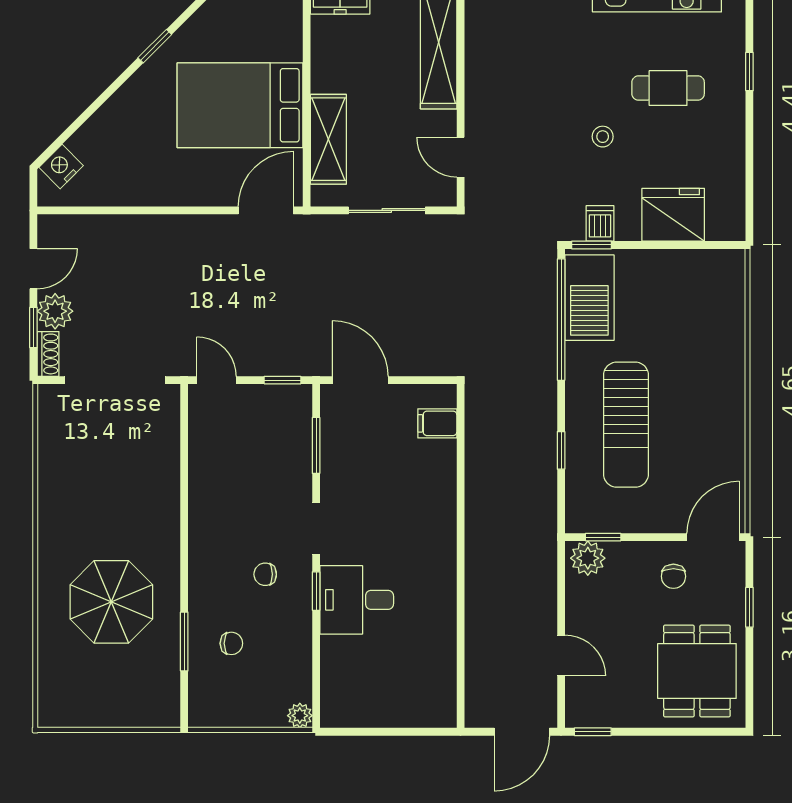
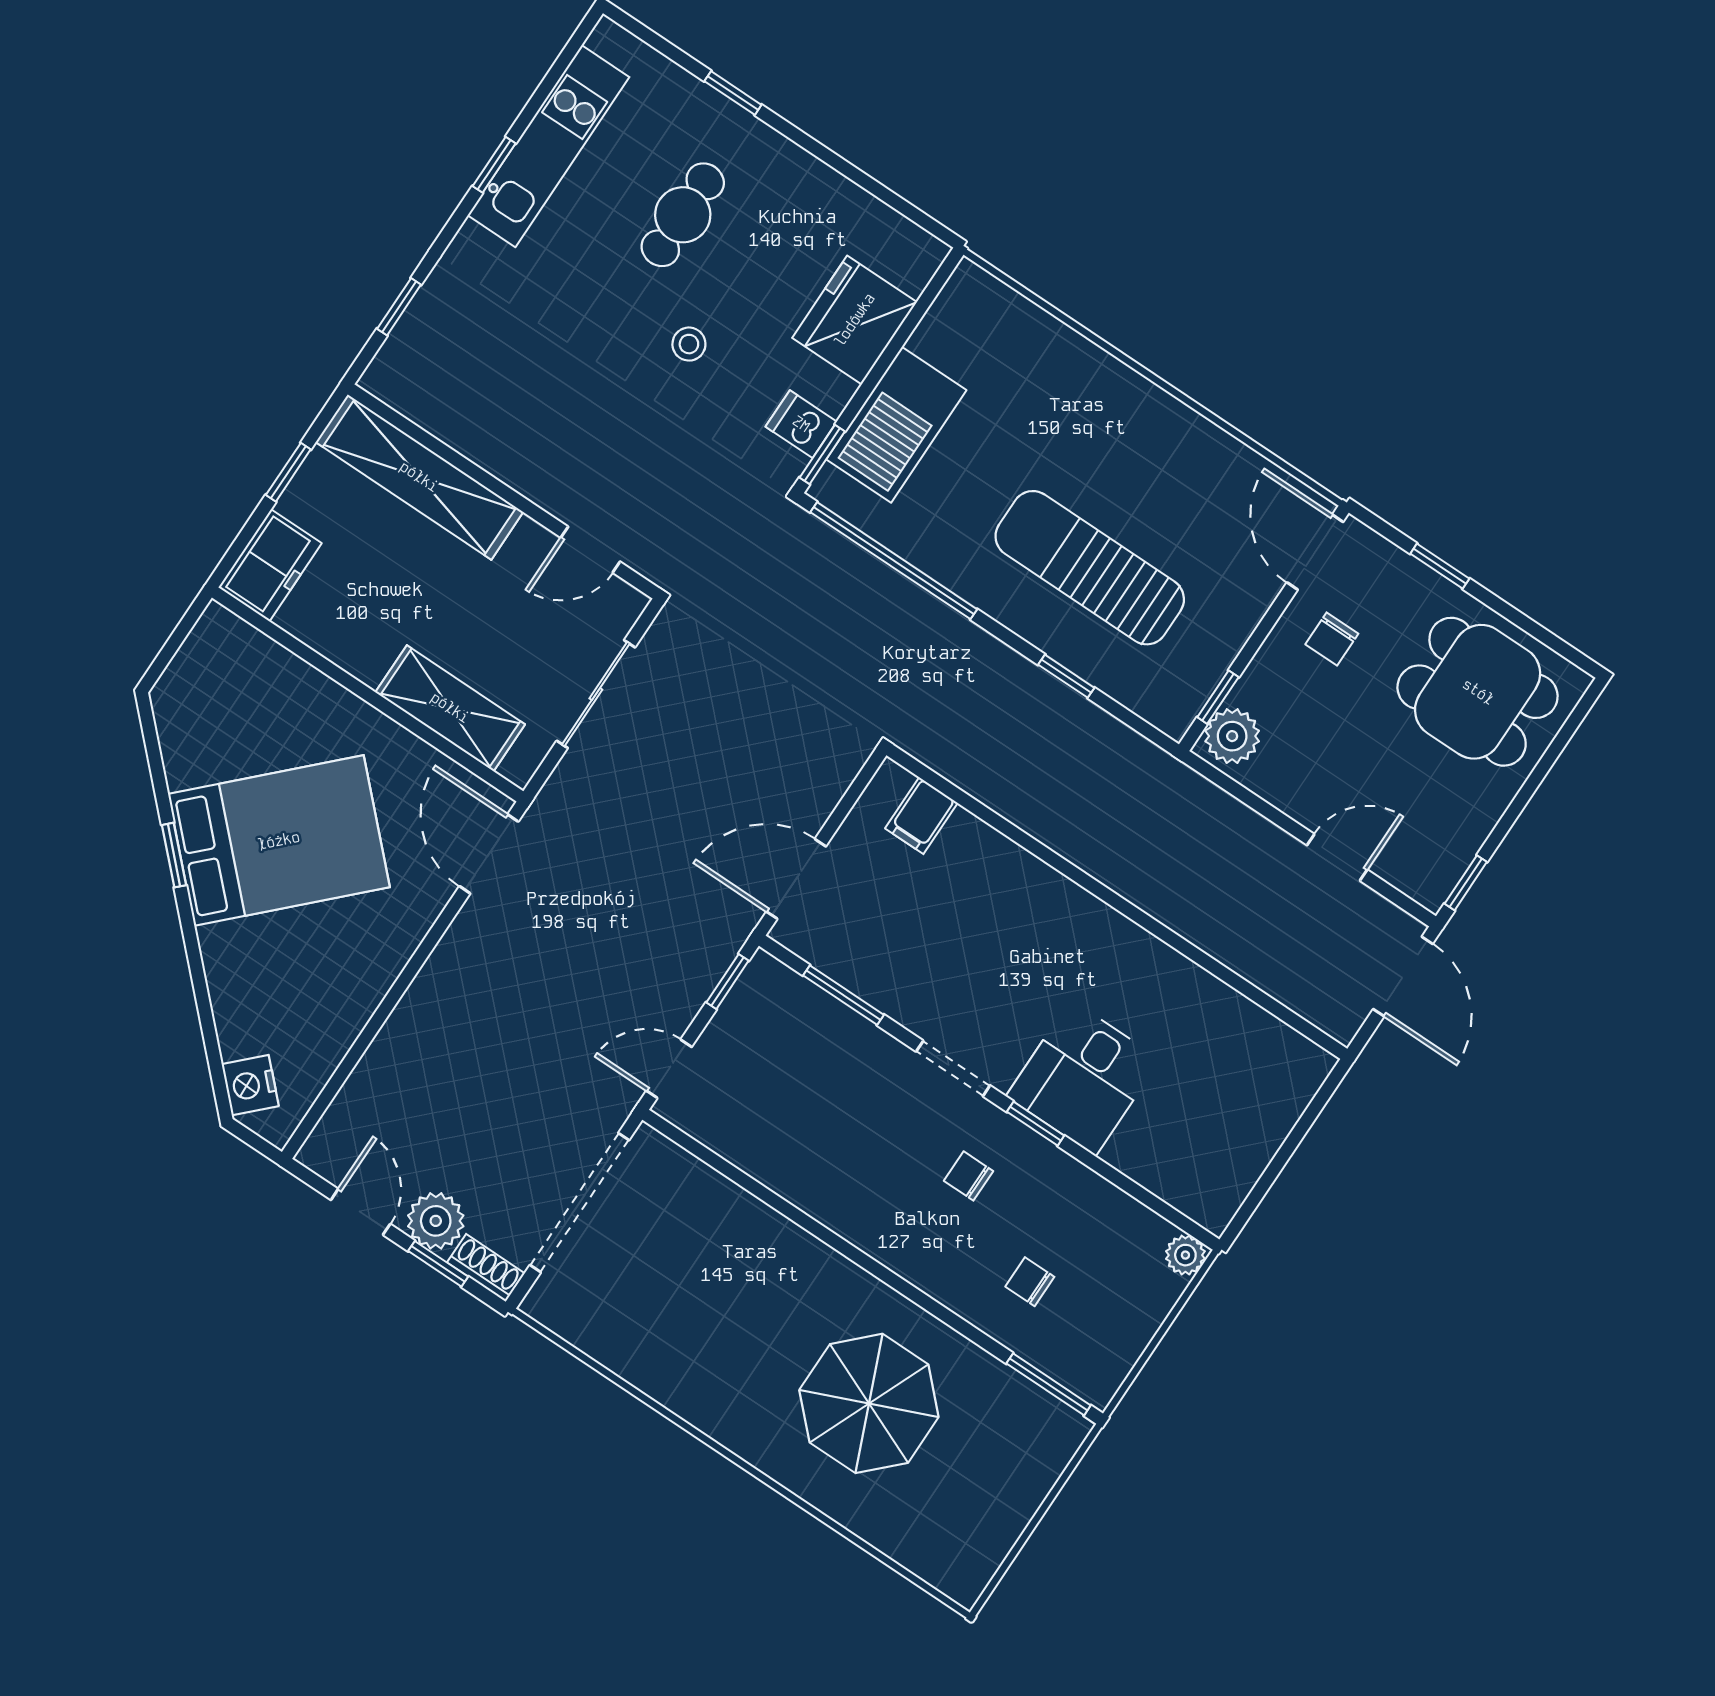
bed: (240, 105) -> (279, 841), moved, turned -135
barbecue: (589, 298) -> (896, 425), moved, turned 90
sun lounger: (626, 425) -> (1090, 568), turned 180
chair: (265, 574) -> (968, 1176), turned 90
chair: (673, 576) -> (1332, 639), turned 90
window: (184, 641) -> (1049, 1384), moved
chair: (231, 643) -> (1030, 1282), turned -90

